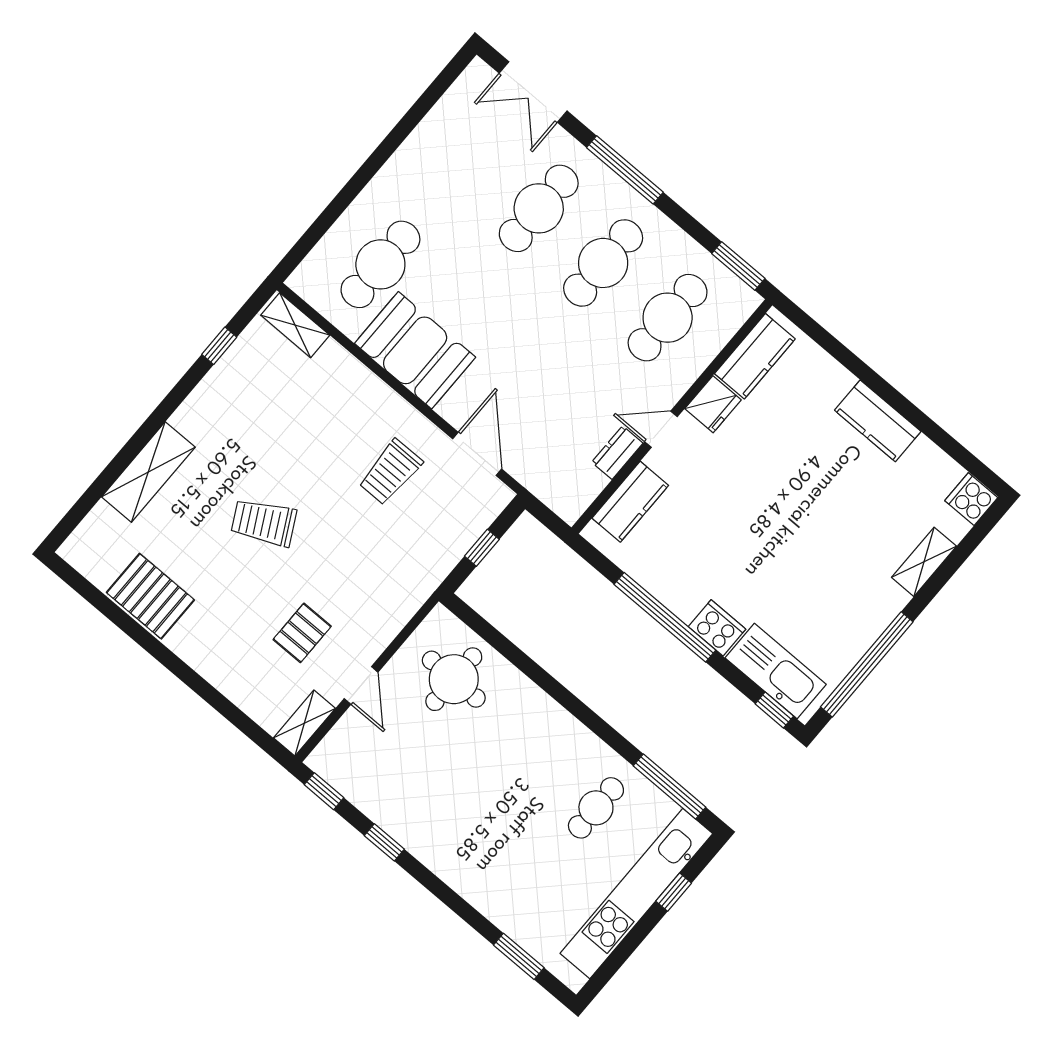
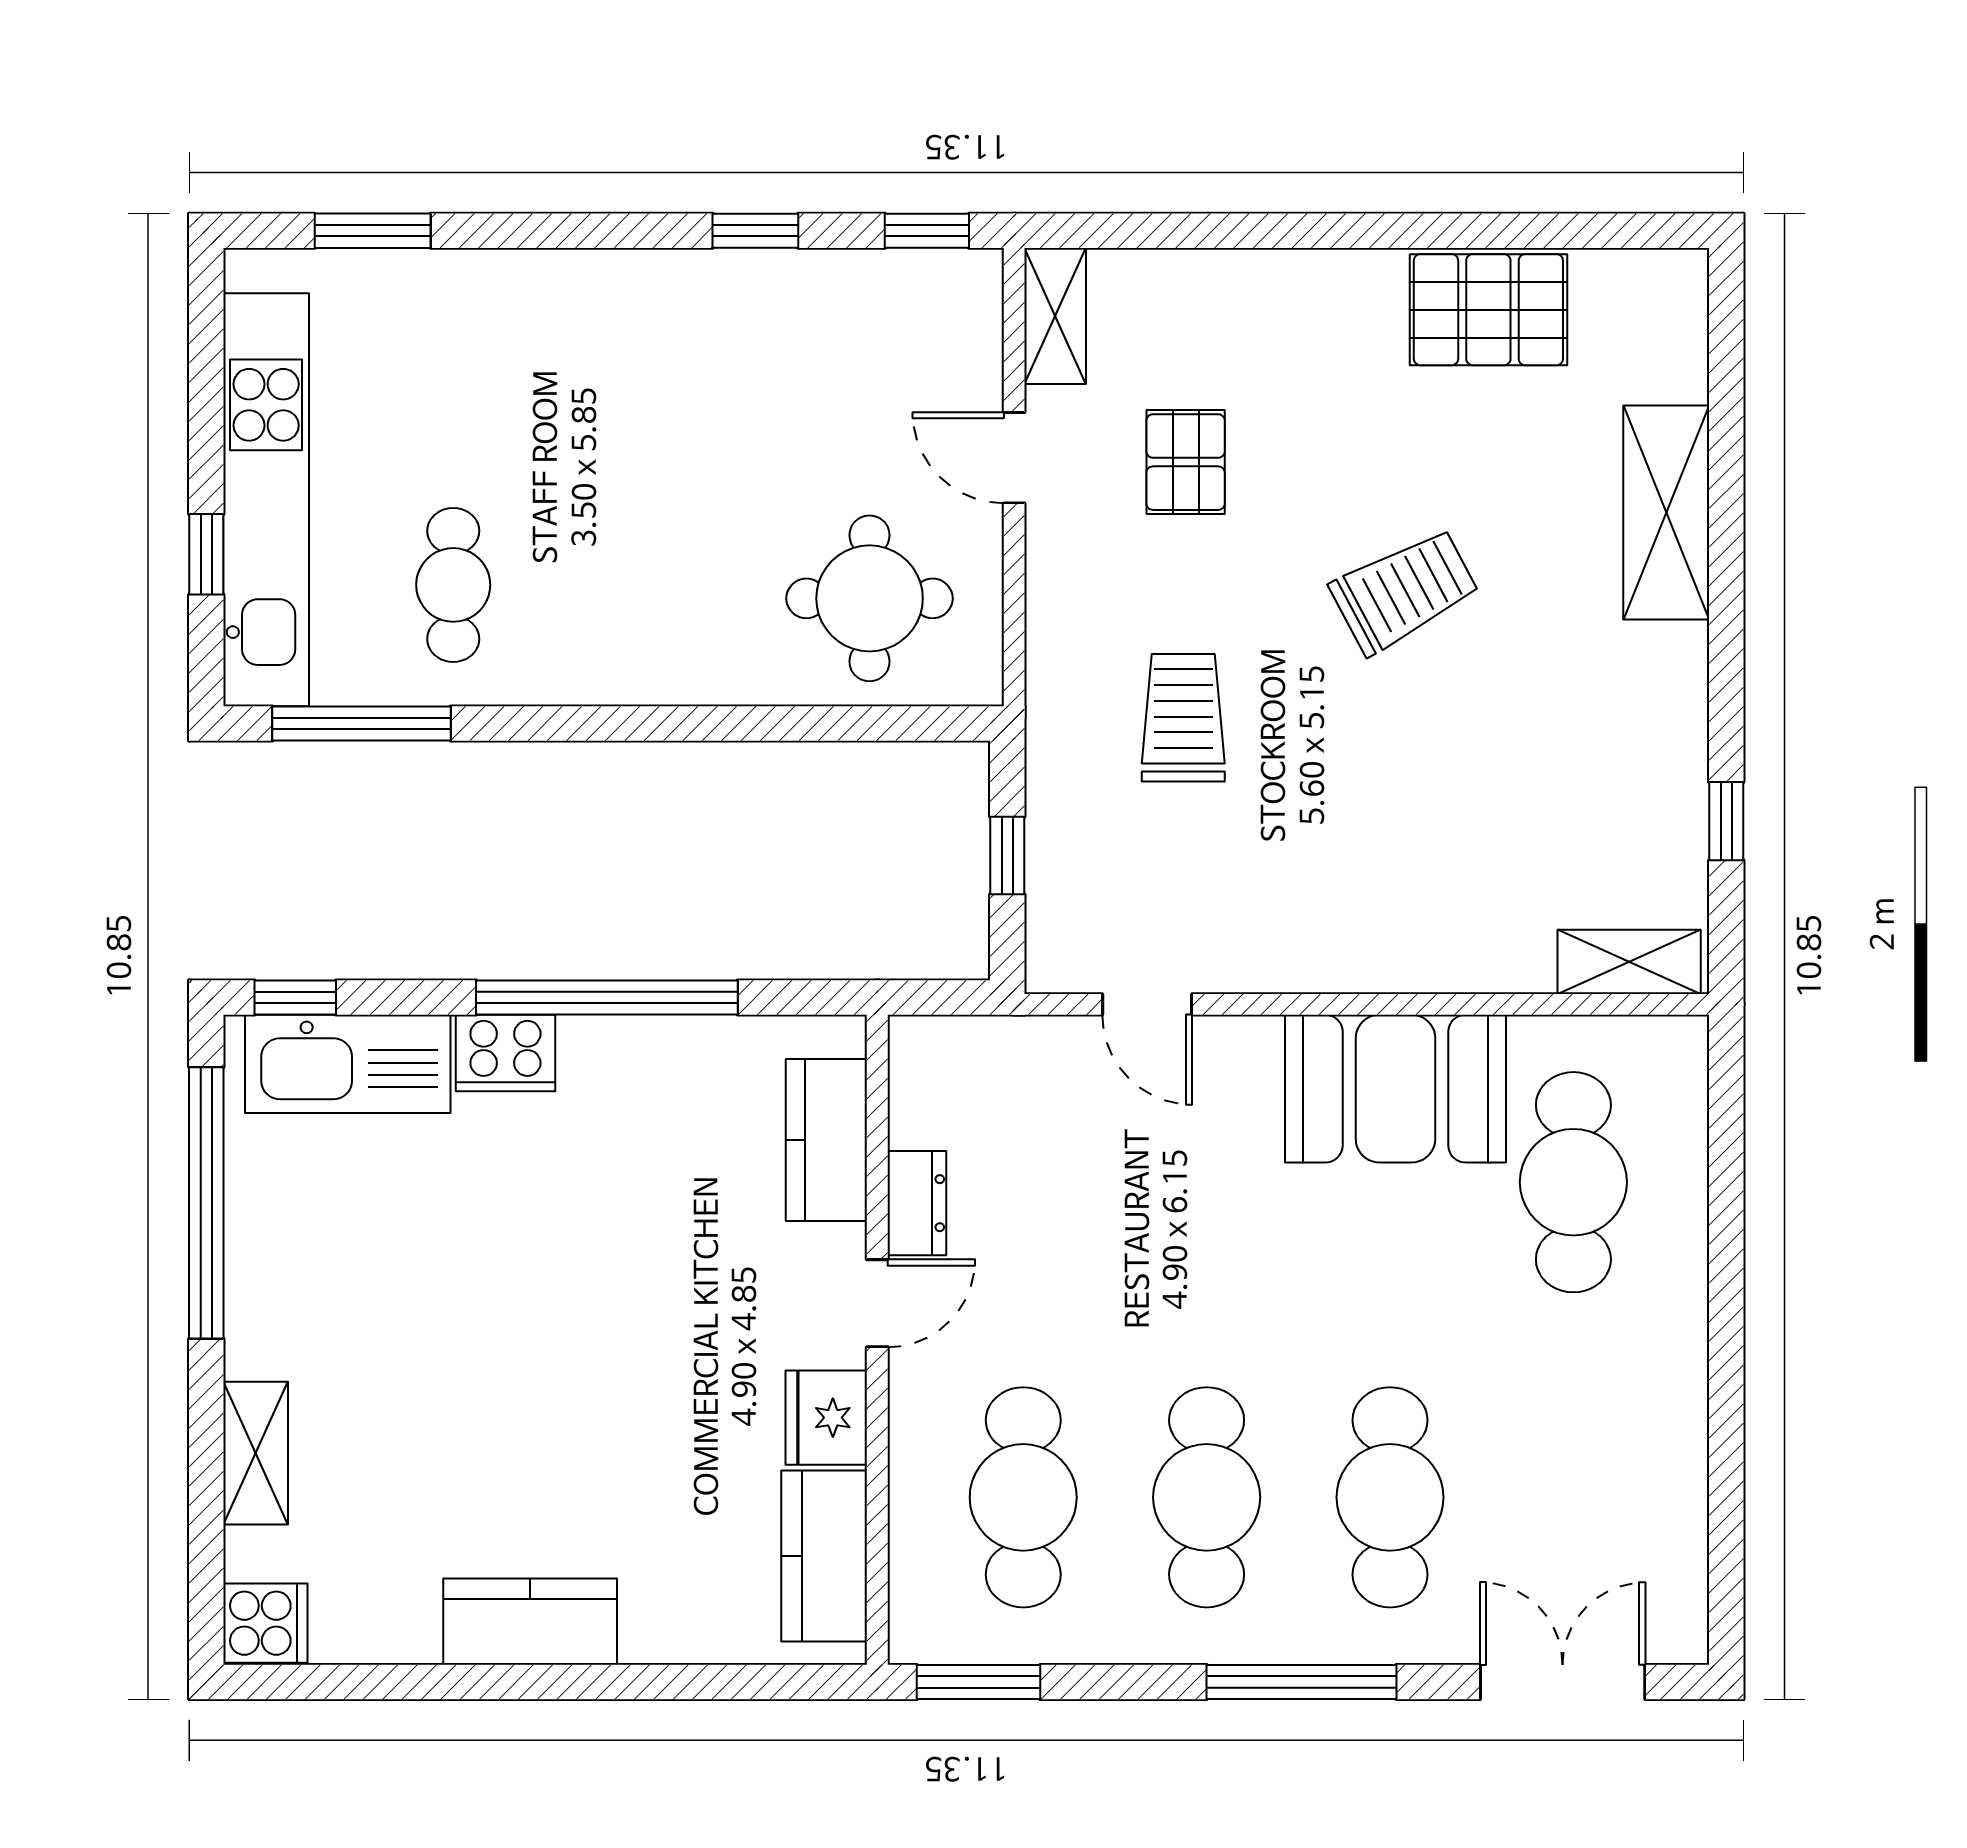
door: (477, 454) -> (1147, 1004), width x0.73
trolley: (390, 472) -> (1183, 718), moved

